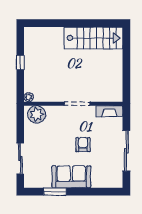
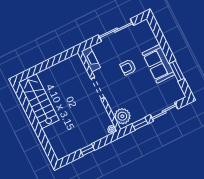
window: (20, 128) -> (140, 124), added

